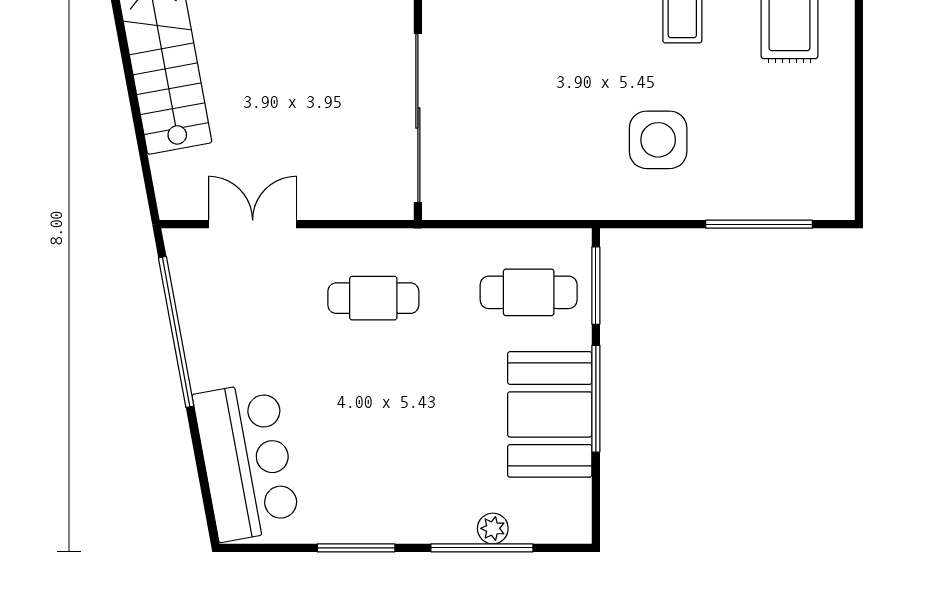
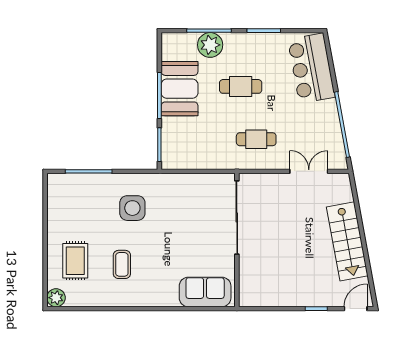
double door: (253, 224) -> (309, 171), swing flipped
cafe table: (529, 292) -> (241, 86), moved
plant: (493, 528) -> (210, 45), width x1.88, depth x1.88

